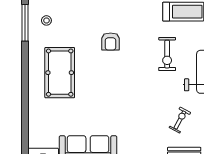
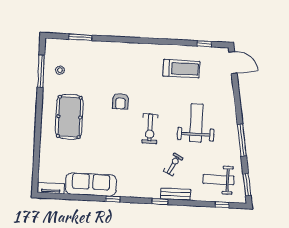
armchair: (111, 42) -> (120, 101), moved
exercise bike: (167, 54) -> (150, 129), moved

